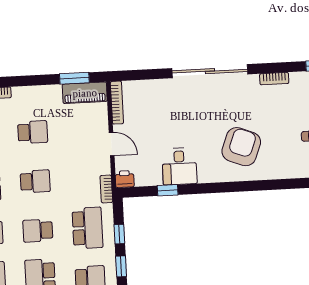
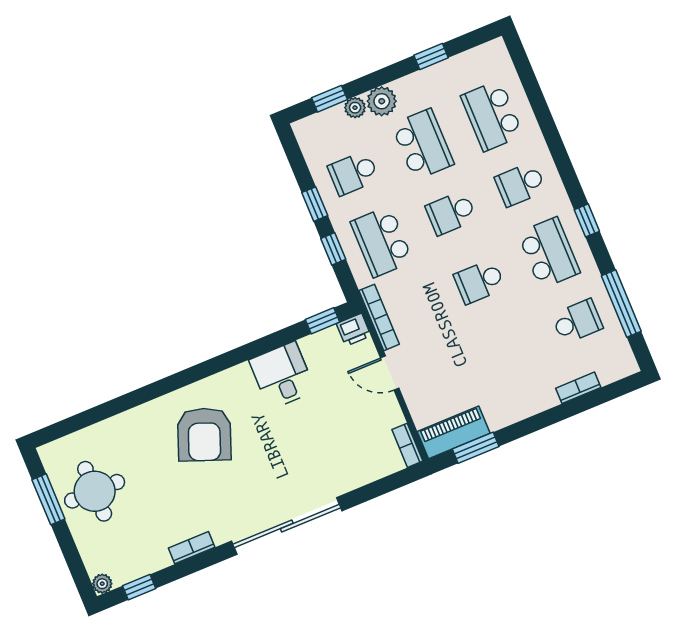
bookcase: (117, 103) -> (407, 445), width x0.64
school desk: (33, 132) -> (508, 350), removed
bookcase: (106, 189) -> (379, 317), width x1.56
window: (168, 190) -> (323, 321), moved
school desk: (38, 231) -> (451, 213), turned 180

